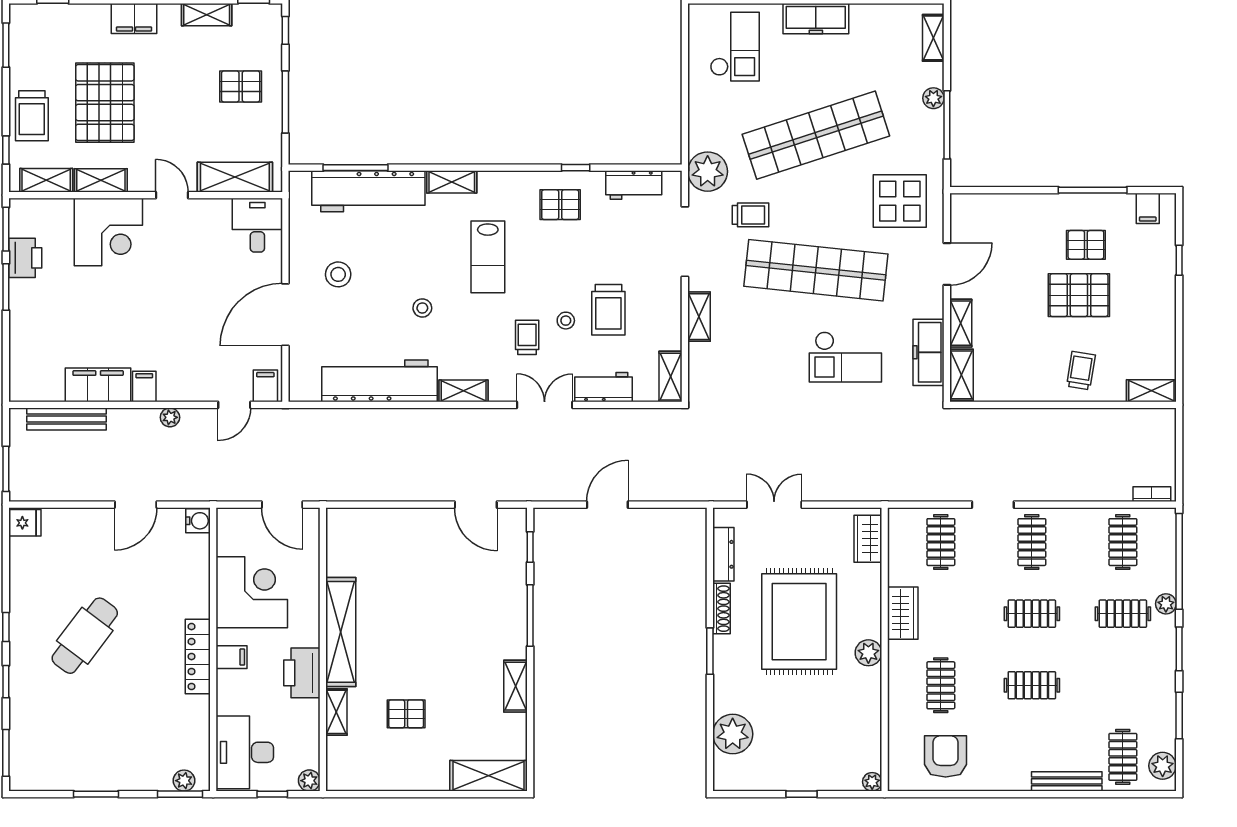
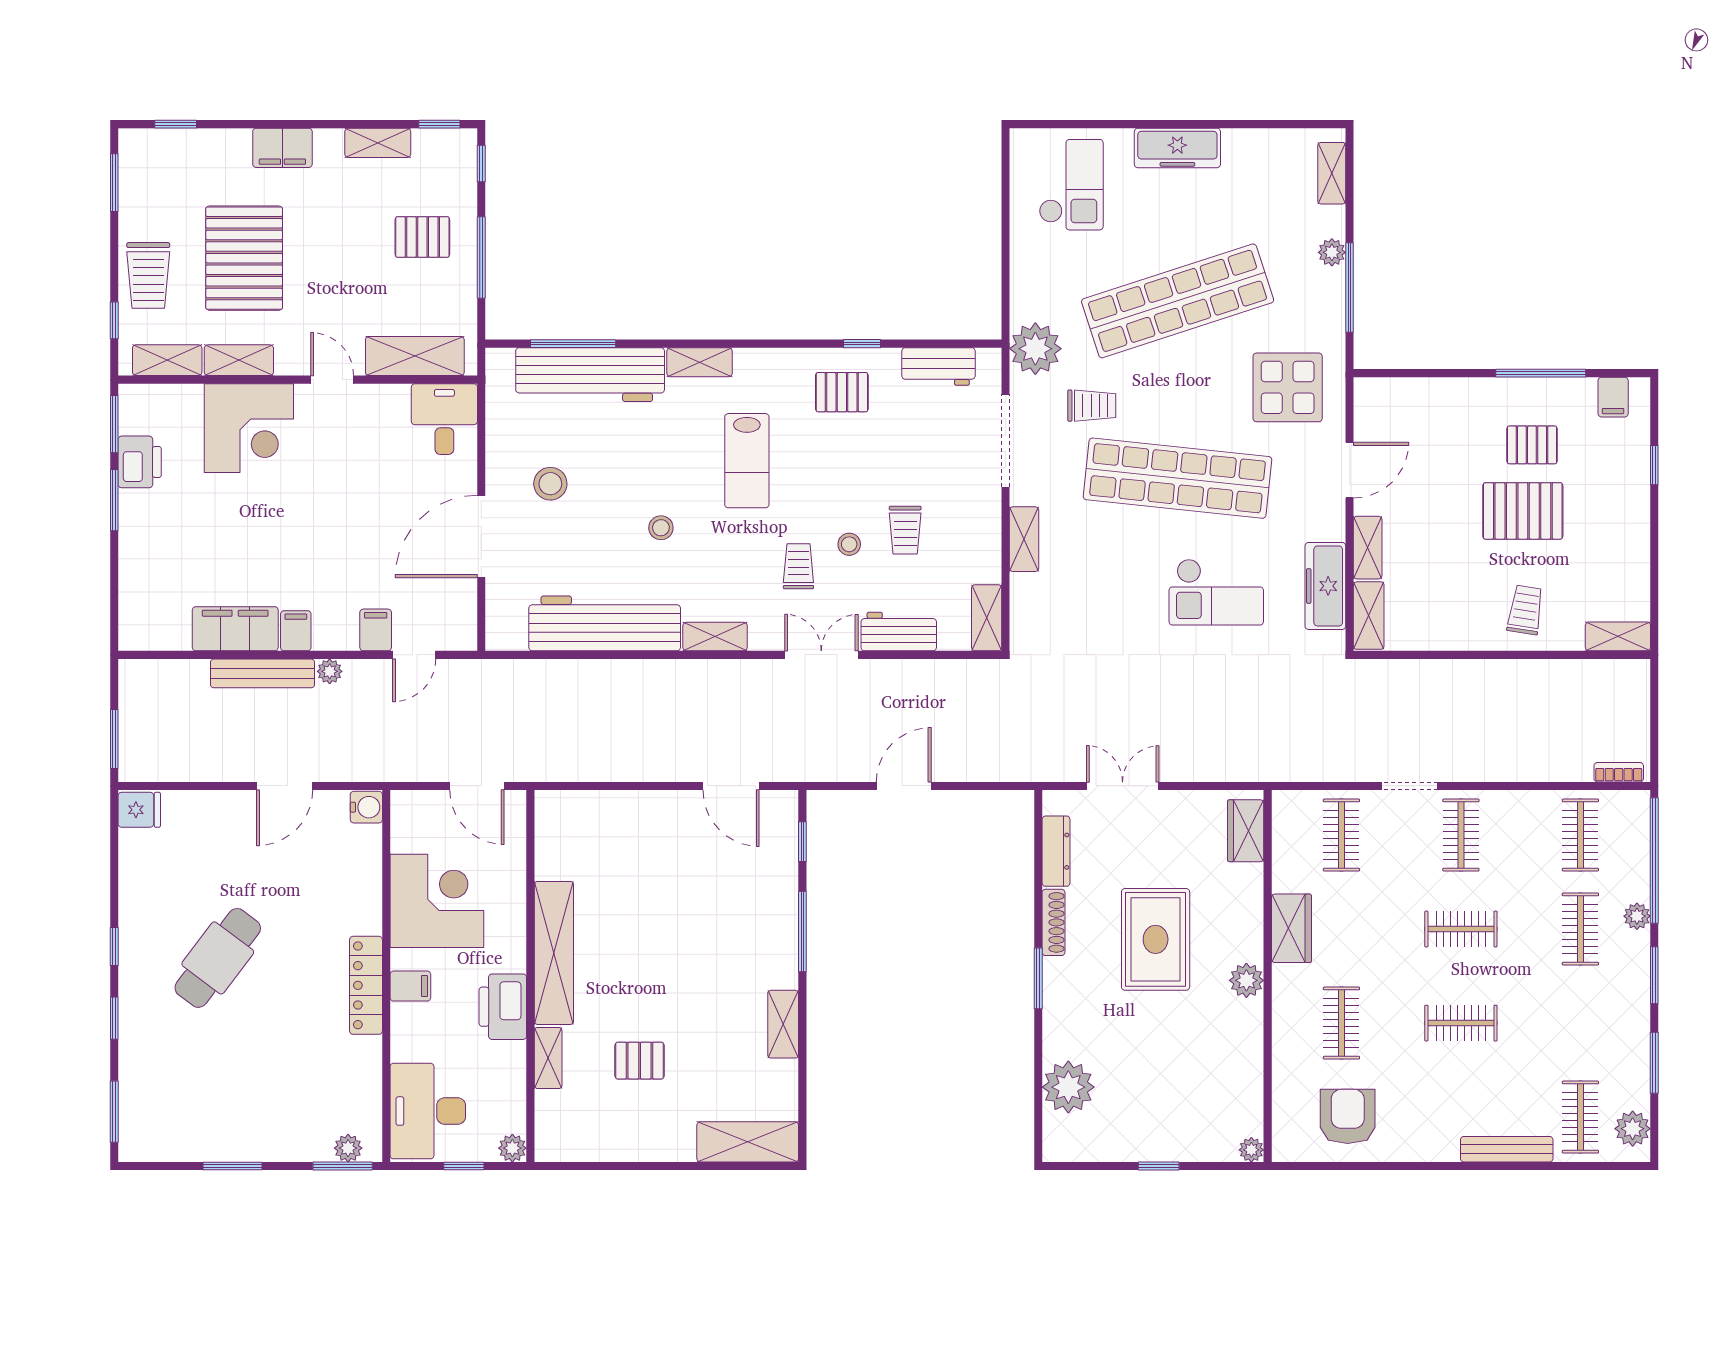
trolley: (608, 310) -> (905, 530), width x0.73, depth x0.72
filing cabinet: (265, 386) -> (376, 630), moved
bench: (66, 419) -> (262, 673), moved
clothes rail: (1123, 614) -> (1580, 929), turned 90
rug: (799, 622) -> (1156, 939), width x0.73, depth x0.69

